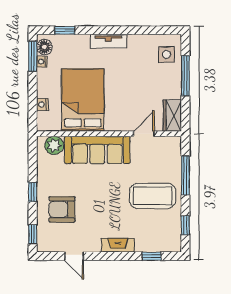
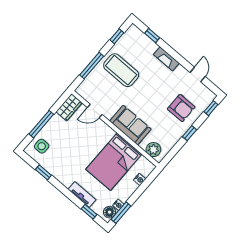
window: (143, 30) -> (43, 172), added
tv unit: (108, 41) -> (82, 195), moved
sofa: (97, 150) -> (130, 125), width x0.73

